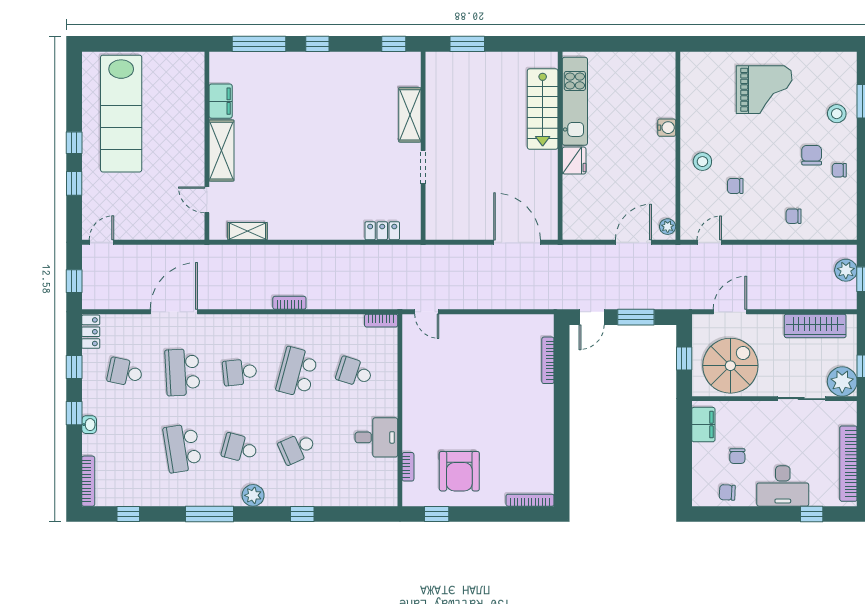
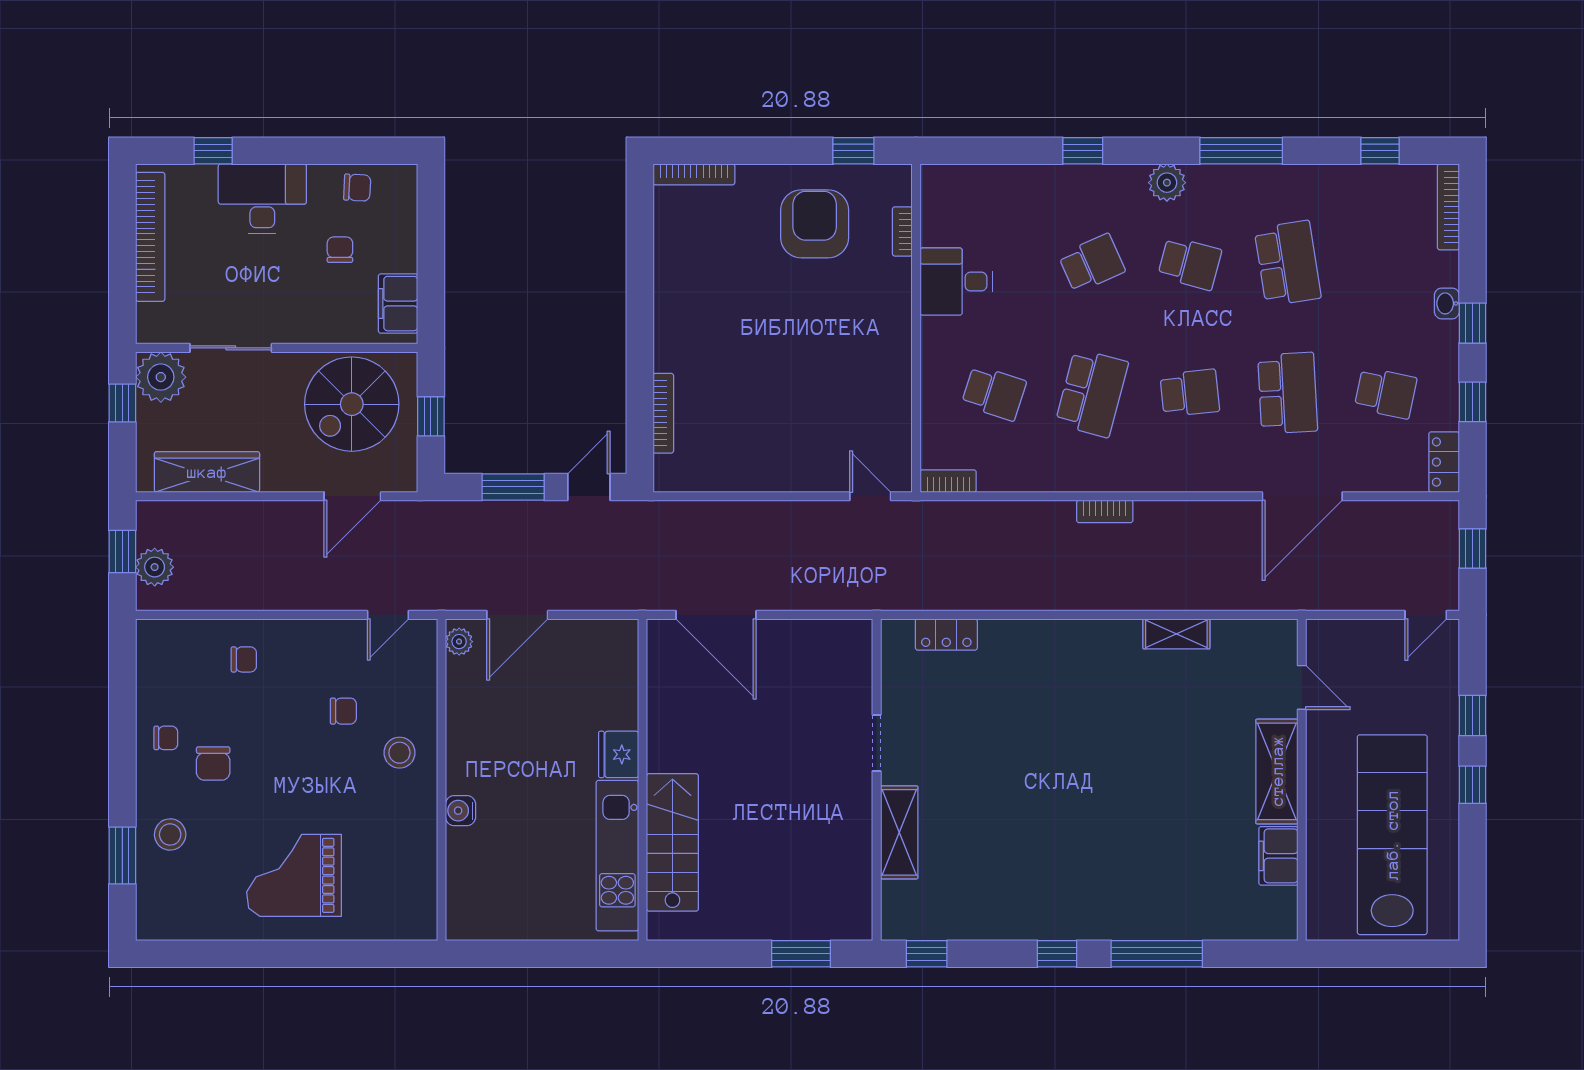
filing cabinet: (221, 101) -> (1278, 856), moved
wall: (207, 146) -> (1302, 780), moved
shelving: (221, 151) -> (1277, 771), moved
door: (207, 200) -> (1302, 687), moved

